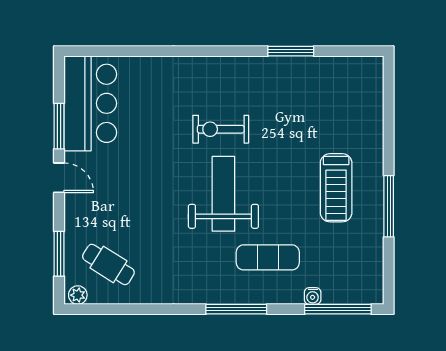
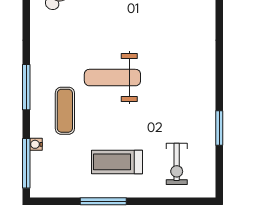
exercise bike: (221, 129) -> (177, 164), moved, turned 180
weight bench: (223, 194) -> (112, 78), turned 180

